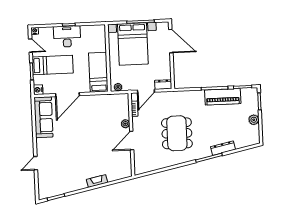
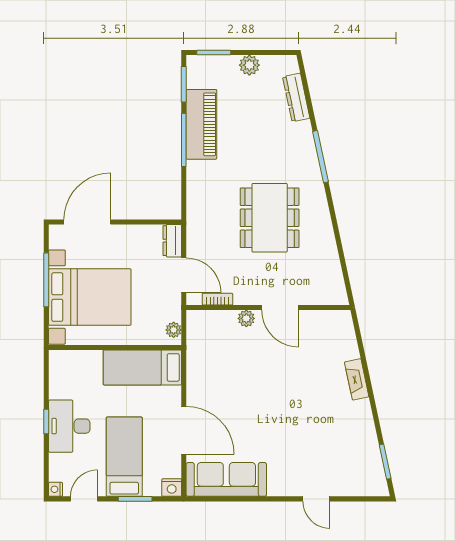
dining table: (177, 133) -> (270, 218), turned 90
dresser: (223, 148) -> (296, 97), moved

